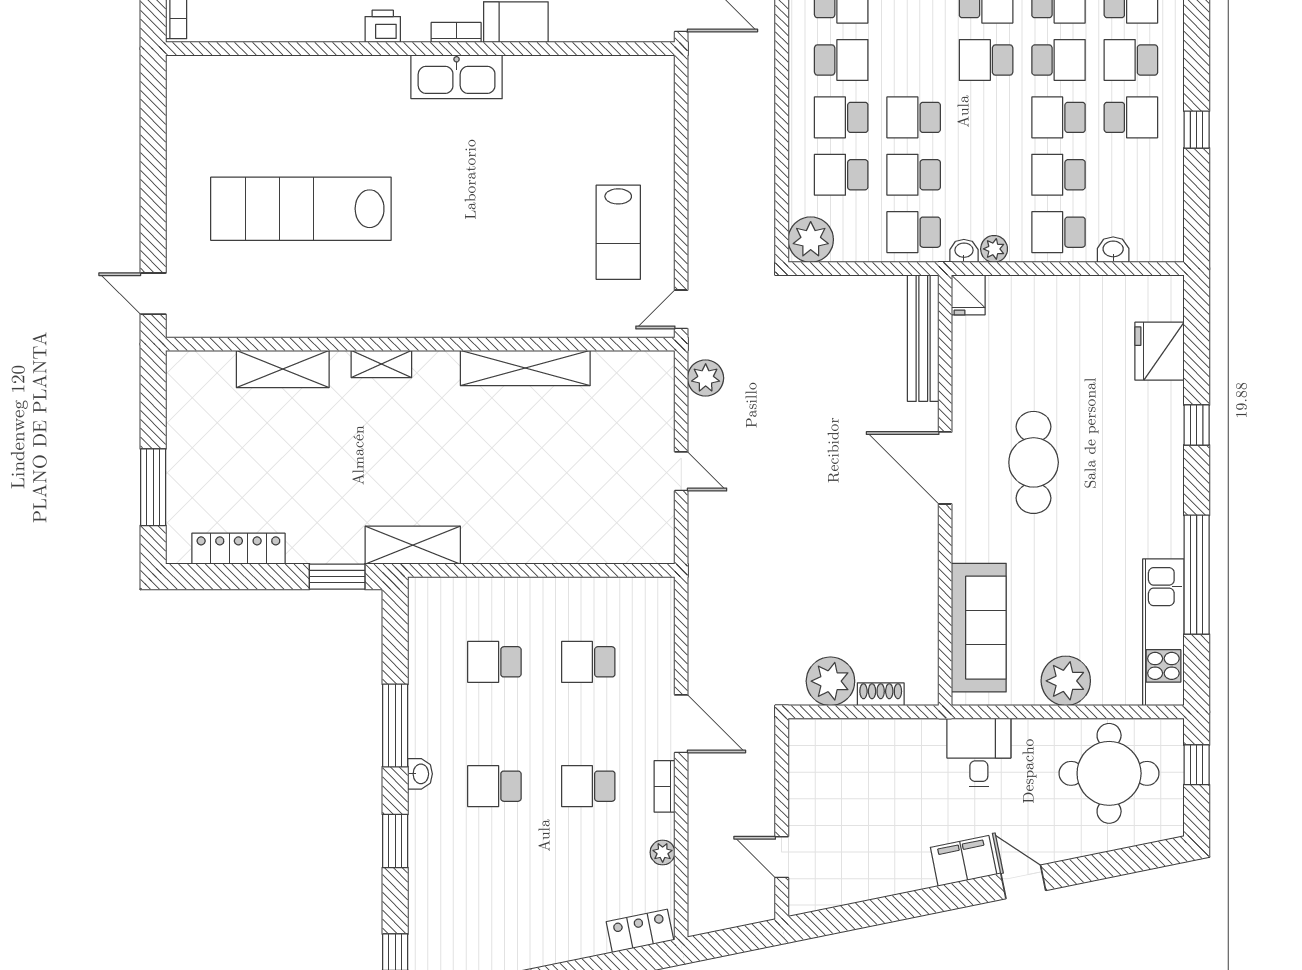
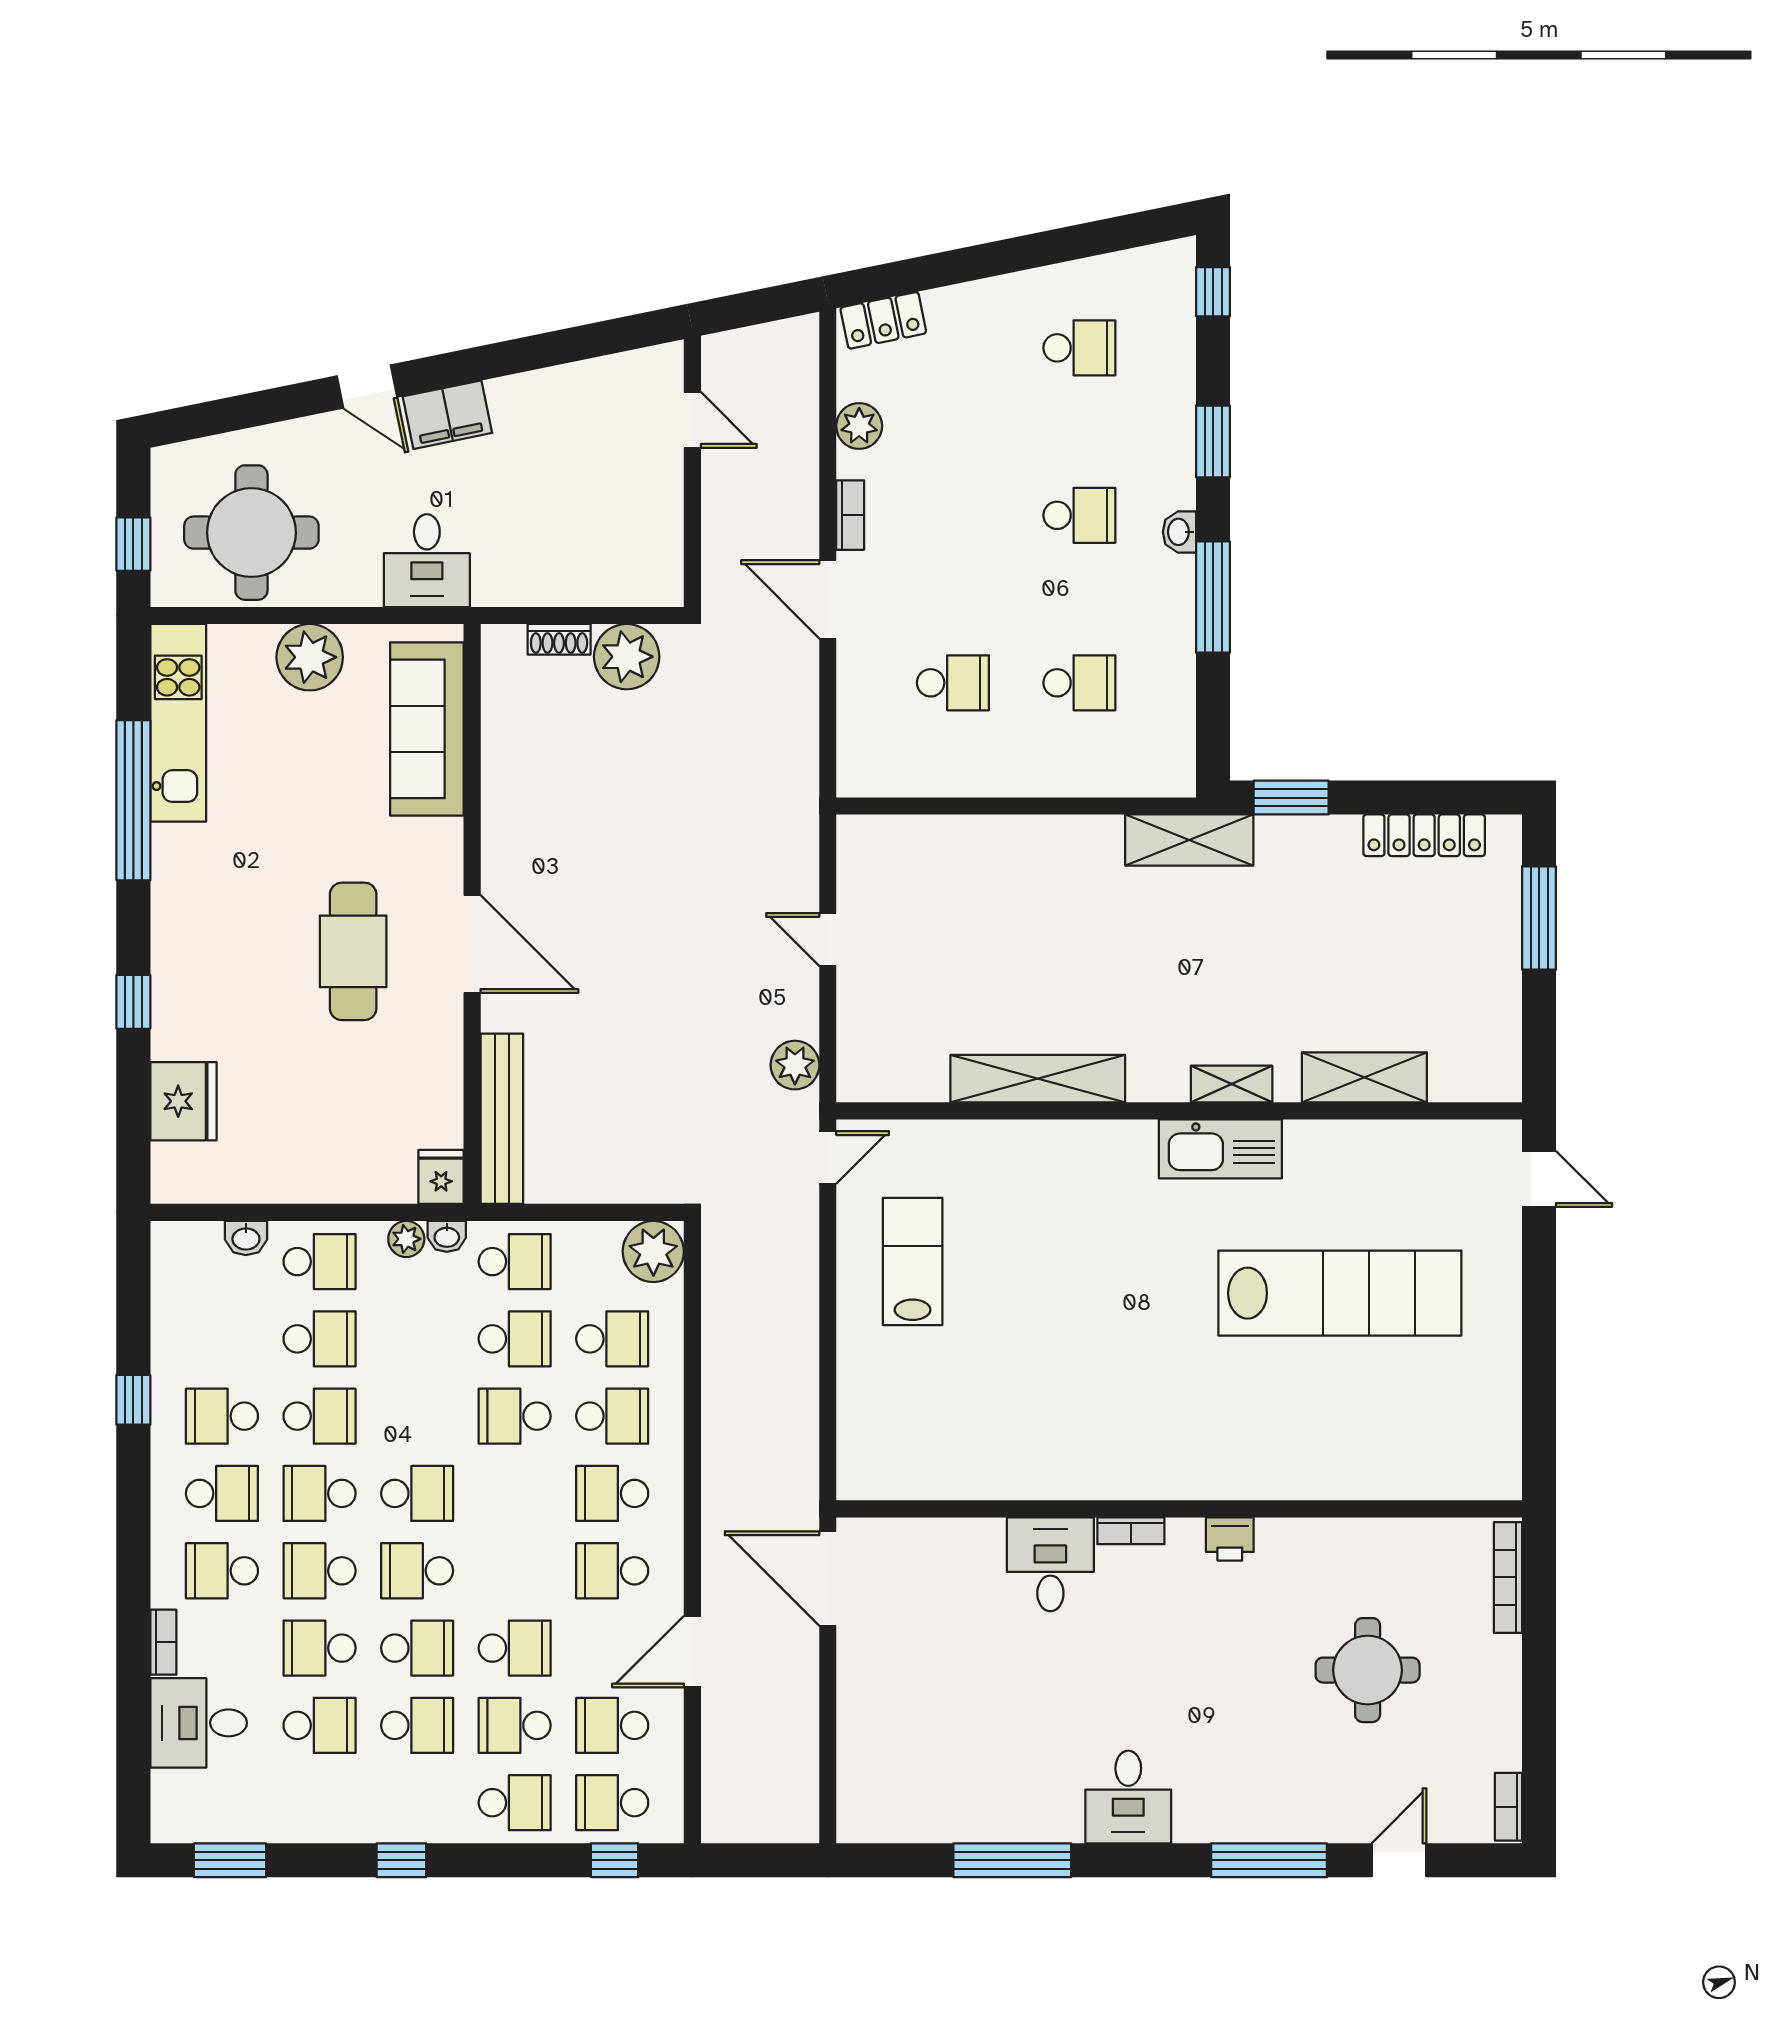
kitchen sink: (457, 77) -> (1220, 1149), moved, turned 180
school desk: (914, 117) -> (515, 1416), turned 180
school desk: (588, 786) -> (1079, 348), moved
plant: (663, 852) -> (859, 426), width x1.38, depth x1.38

